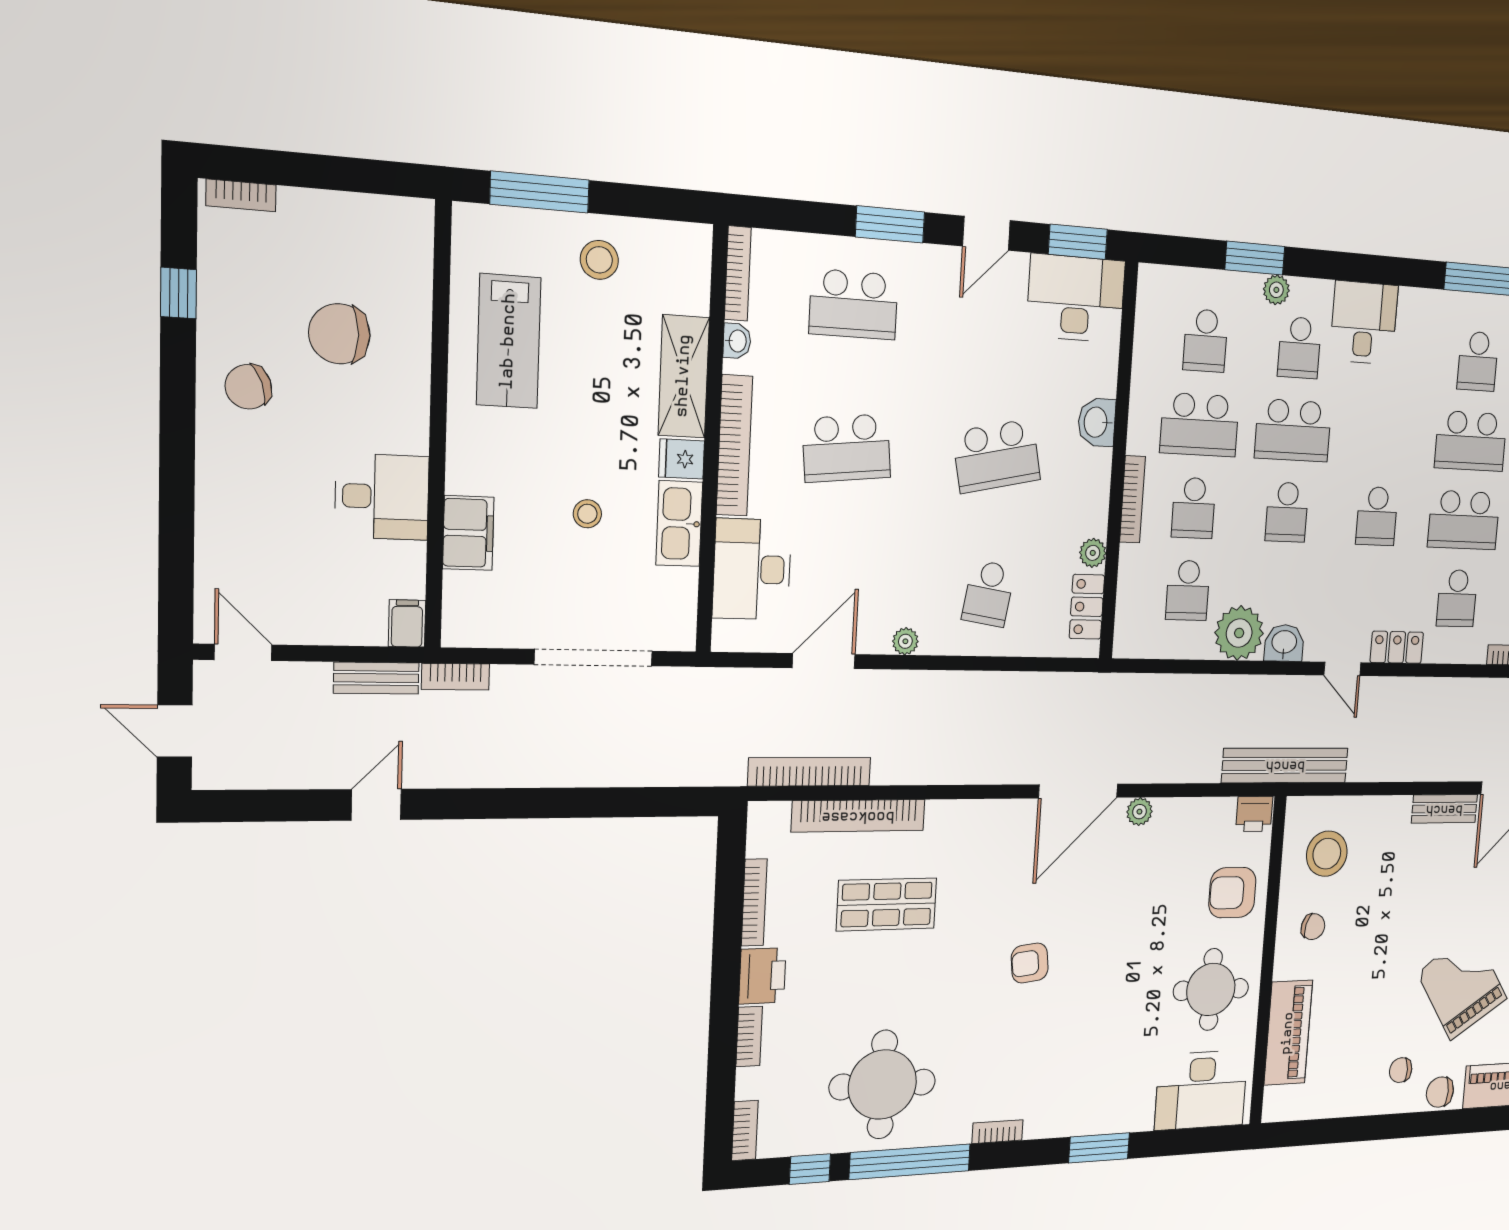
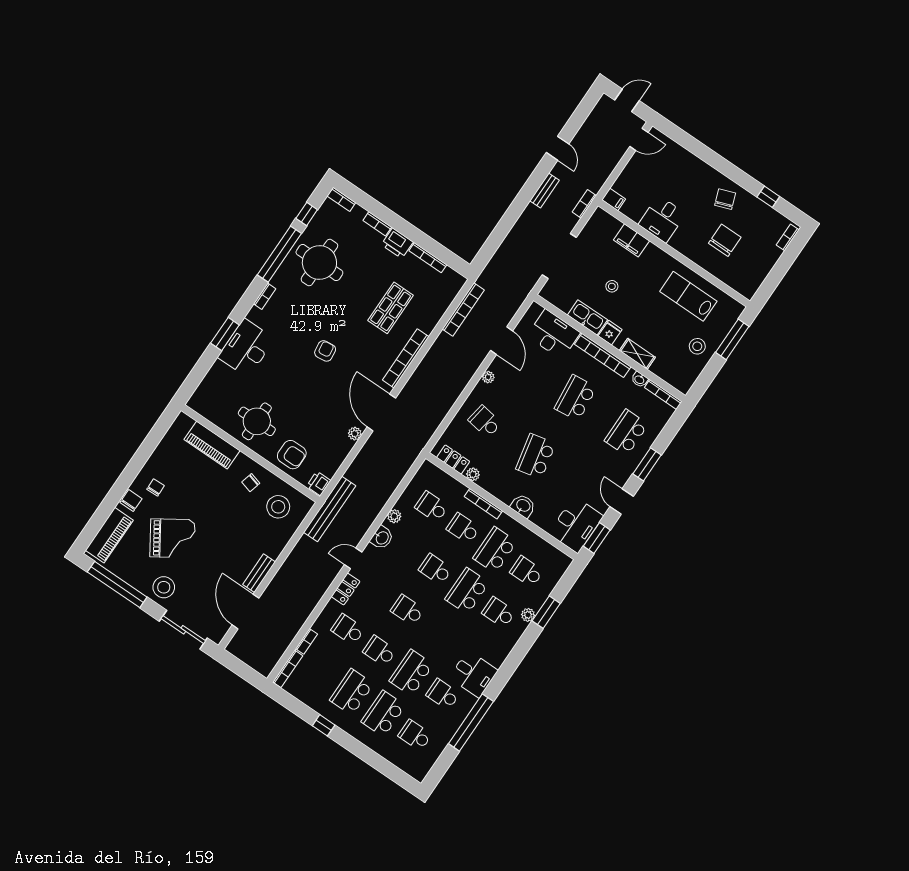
desk: (1364, 323) -> (474, 674), moved
shelving: (684, 376) -> (637, 354), width x0.67, depth x0.75
school desk: (1464, 520) -> (380, 651), width x0.54
plant: (1239, 633) -> (394, 516), width x0.53, depth x0.53
bench: (376, 678) -> (545, 190), moved
bookcase: (858, 816) -> (406, 358), moved
armchair: (1232, 893) -> (292, 455), turned 90
desk: (1201, 1090) -> (246, 348), moved

